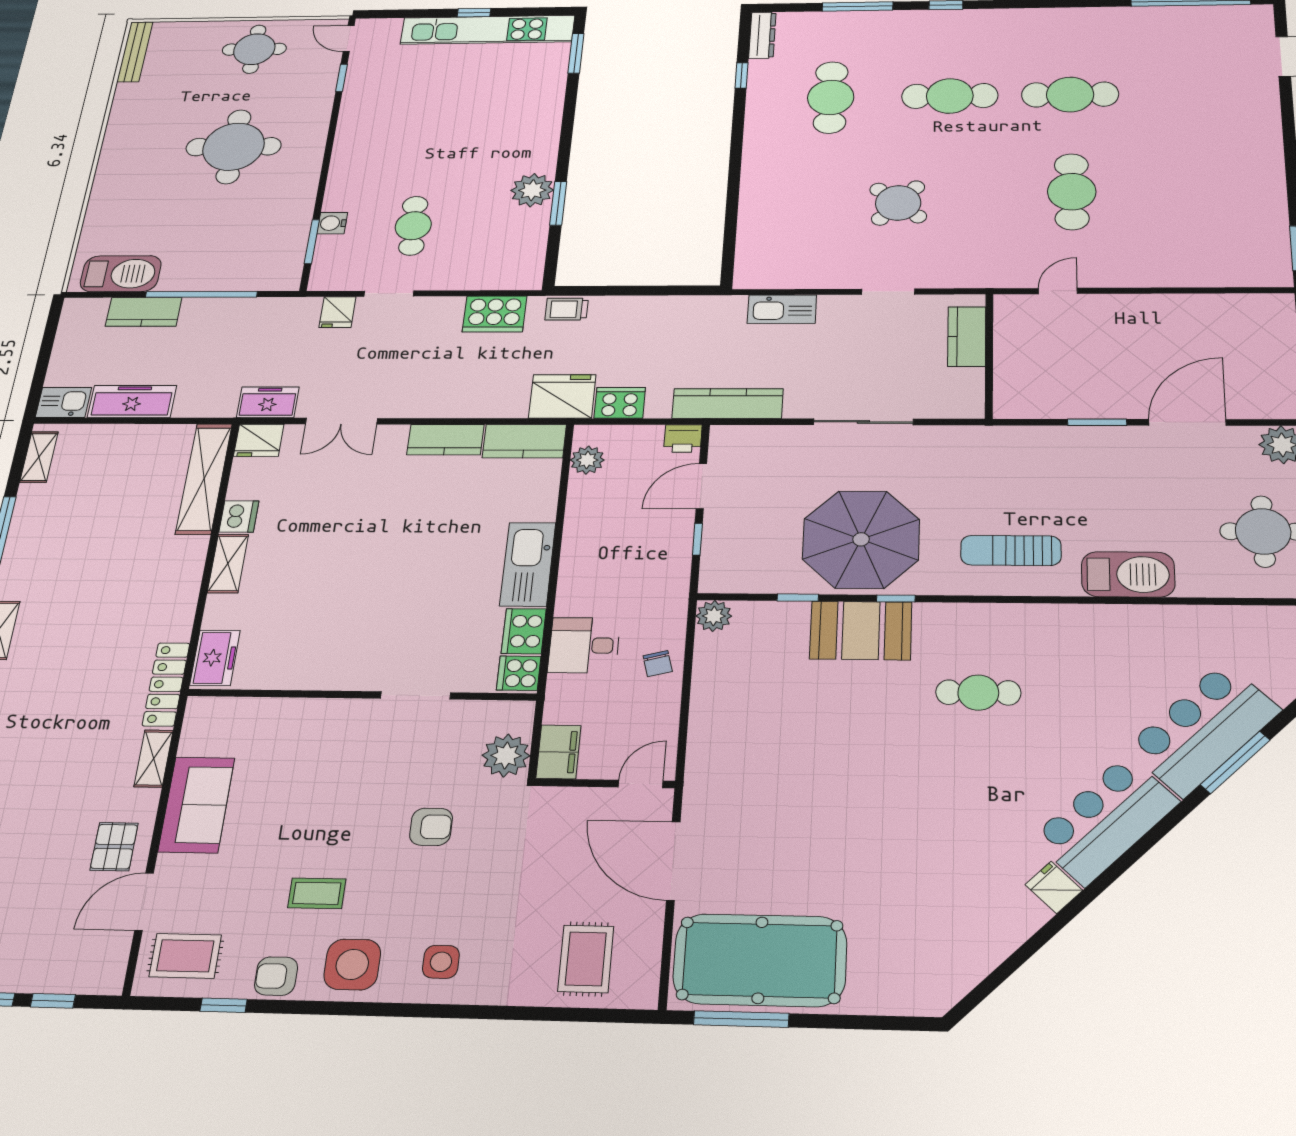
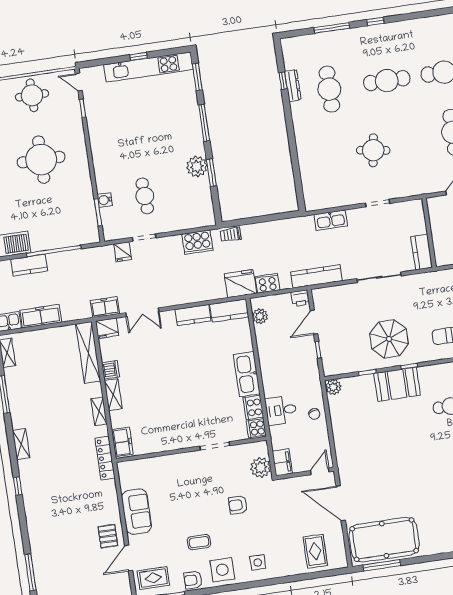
dresser: (762, 35) -> (293, 85), moved
window: (568, 124) -> (204, 123), added
round table: (898, 203) -> (373, 150), turned -32
kitchen counter: (967, 337) -> (422, 252), moved
parasol: (861, 539) -> (389, 339), width x0.73, depth x0.73
shelving: (154, 758) -> (99, 411), moved
armchair: (431, 827) -> (238, 505), turned 180

